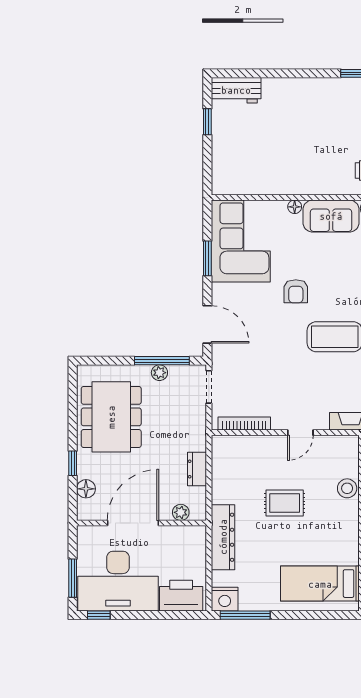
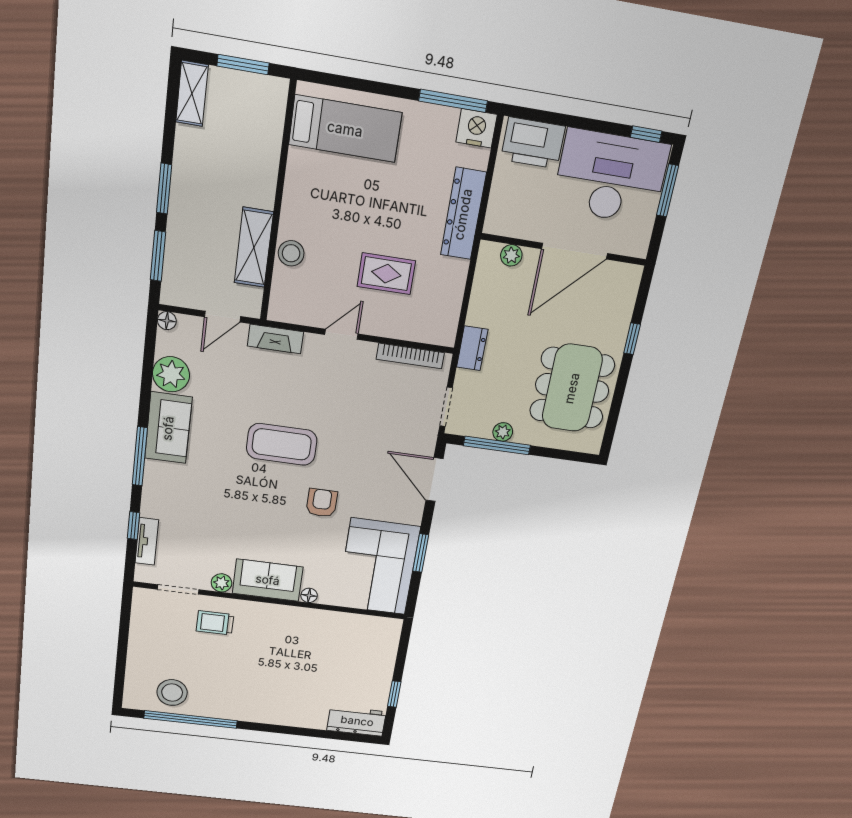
dresser: (197, 469) -> (472, 348), moved
floor lamp: (86, 489) -> (623, 304), removed
rug: (285, 503) -> (386, 274), moved

